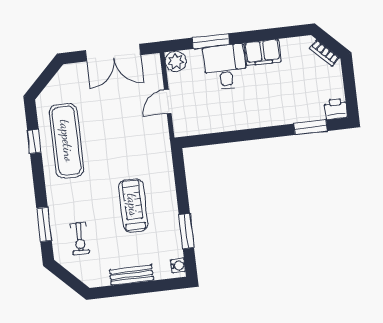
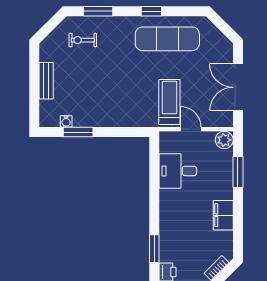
desk: (225, 67) -> (178, 171), moved, turned 180
window: (34, 141) -> (151, 11), moved
treadmill: (133, 205) -> (169, 102), moved, turned -90
water cooler: (178, 266) -> (66, 121), moved

